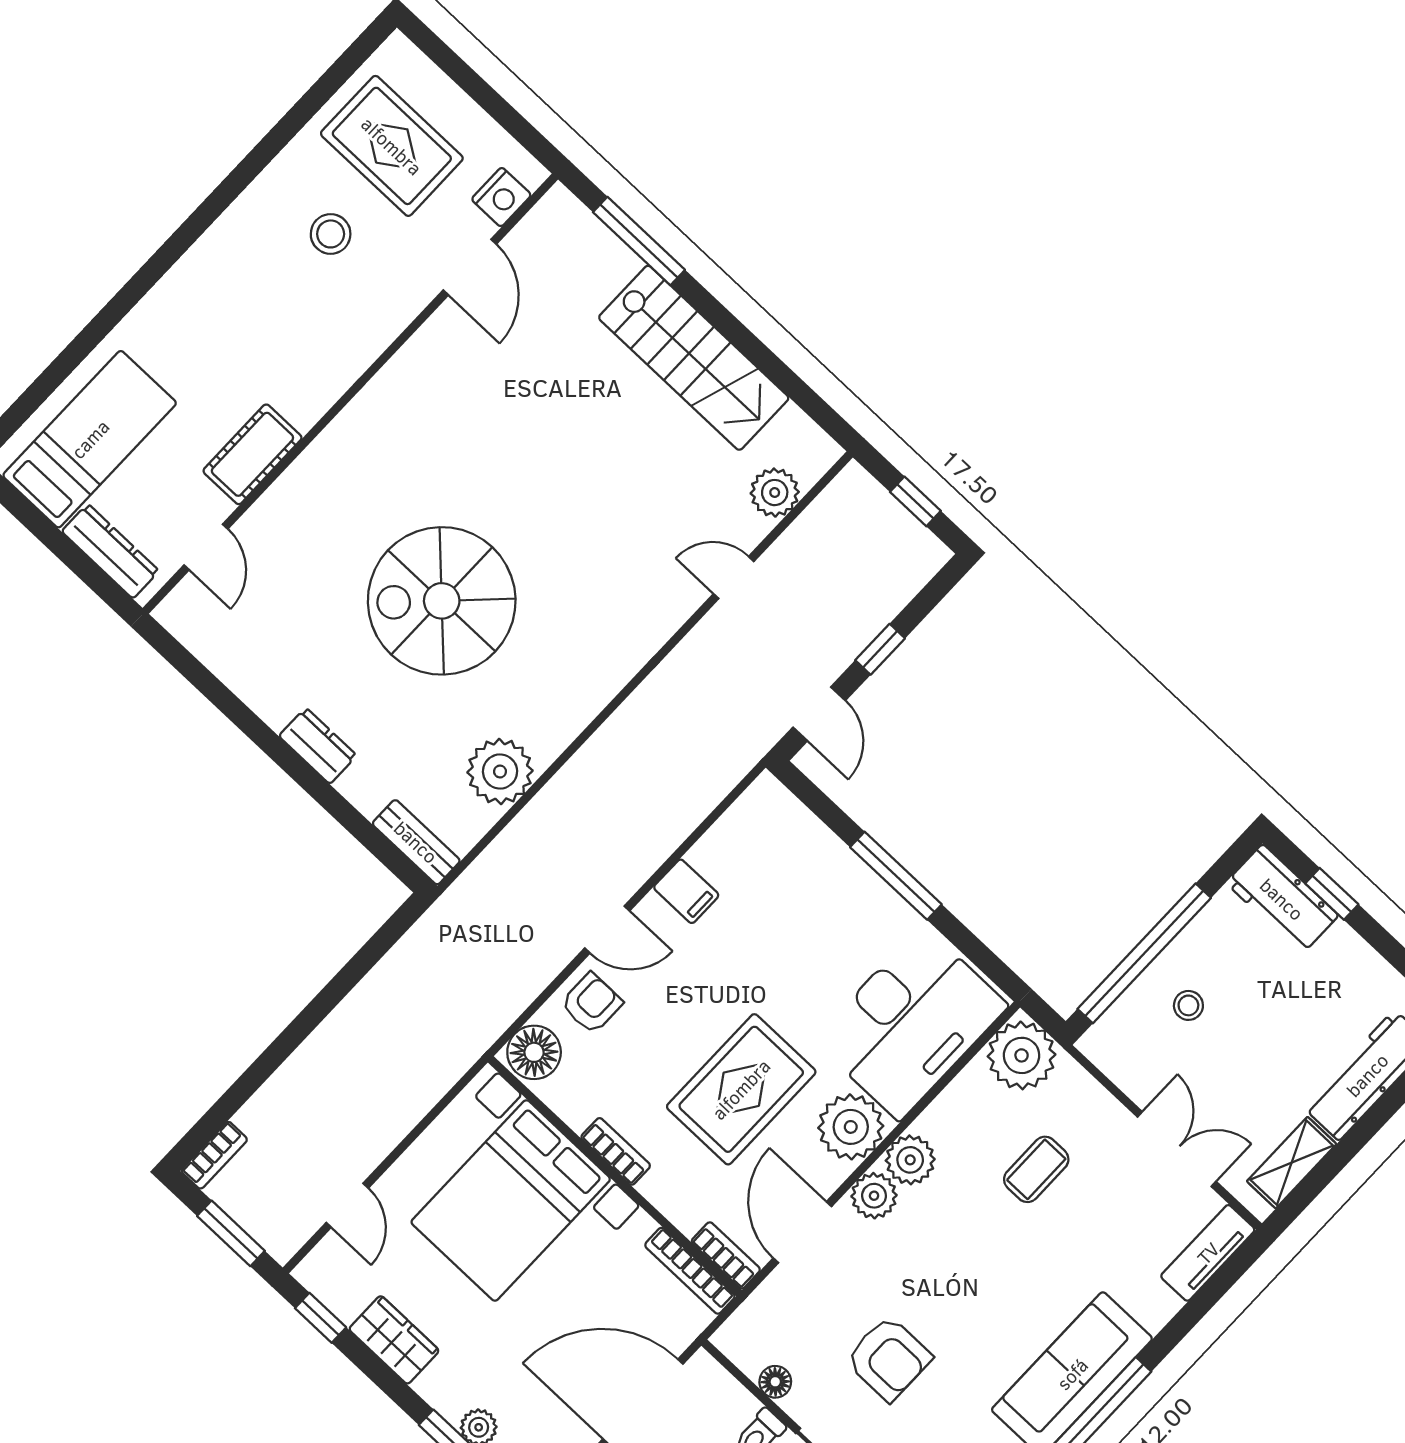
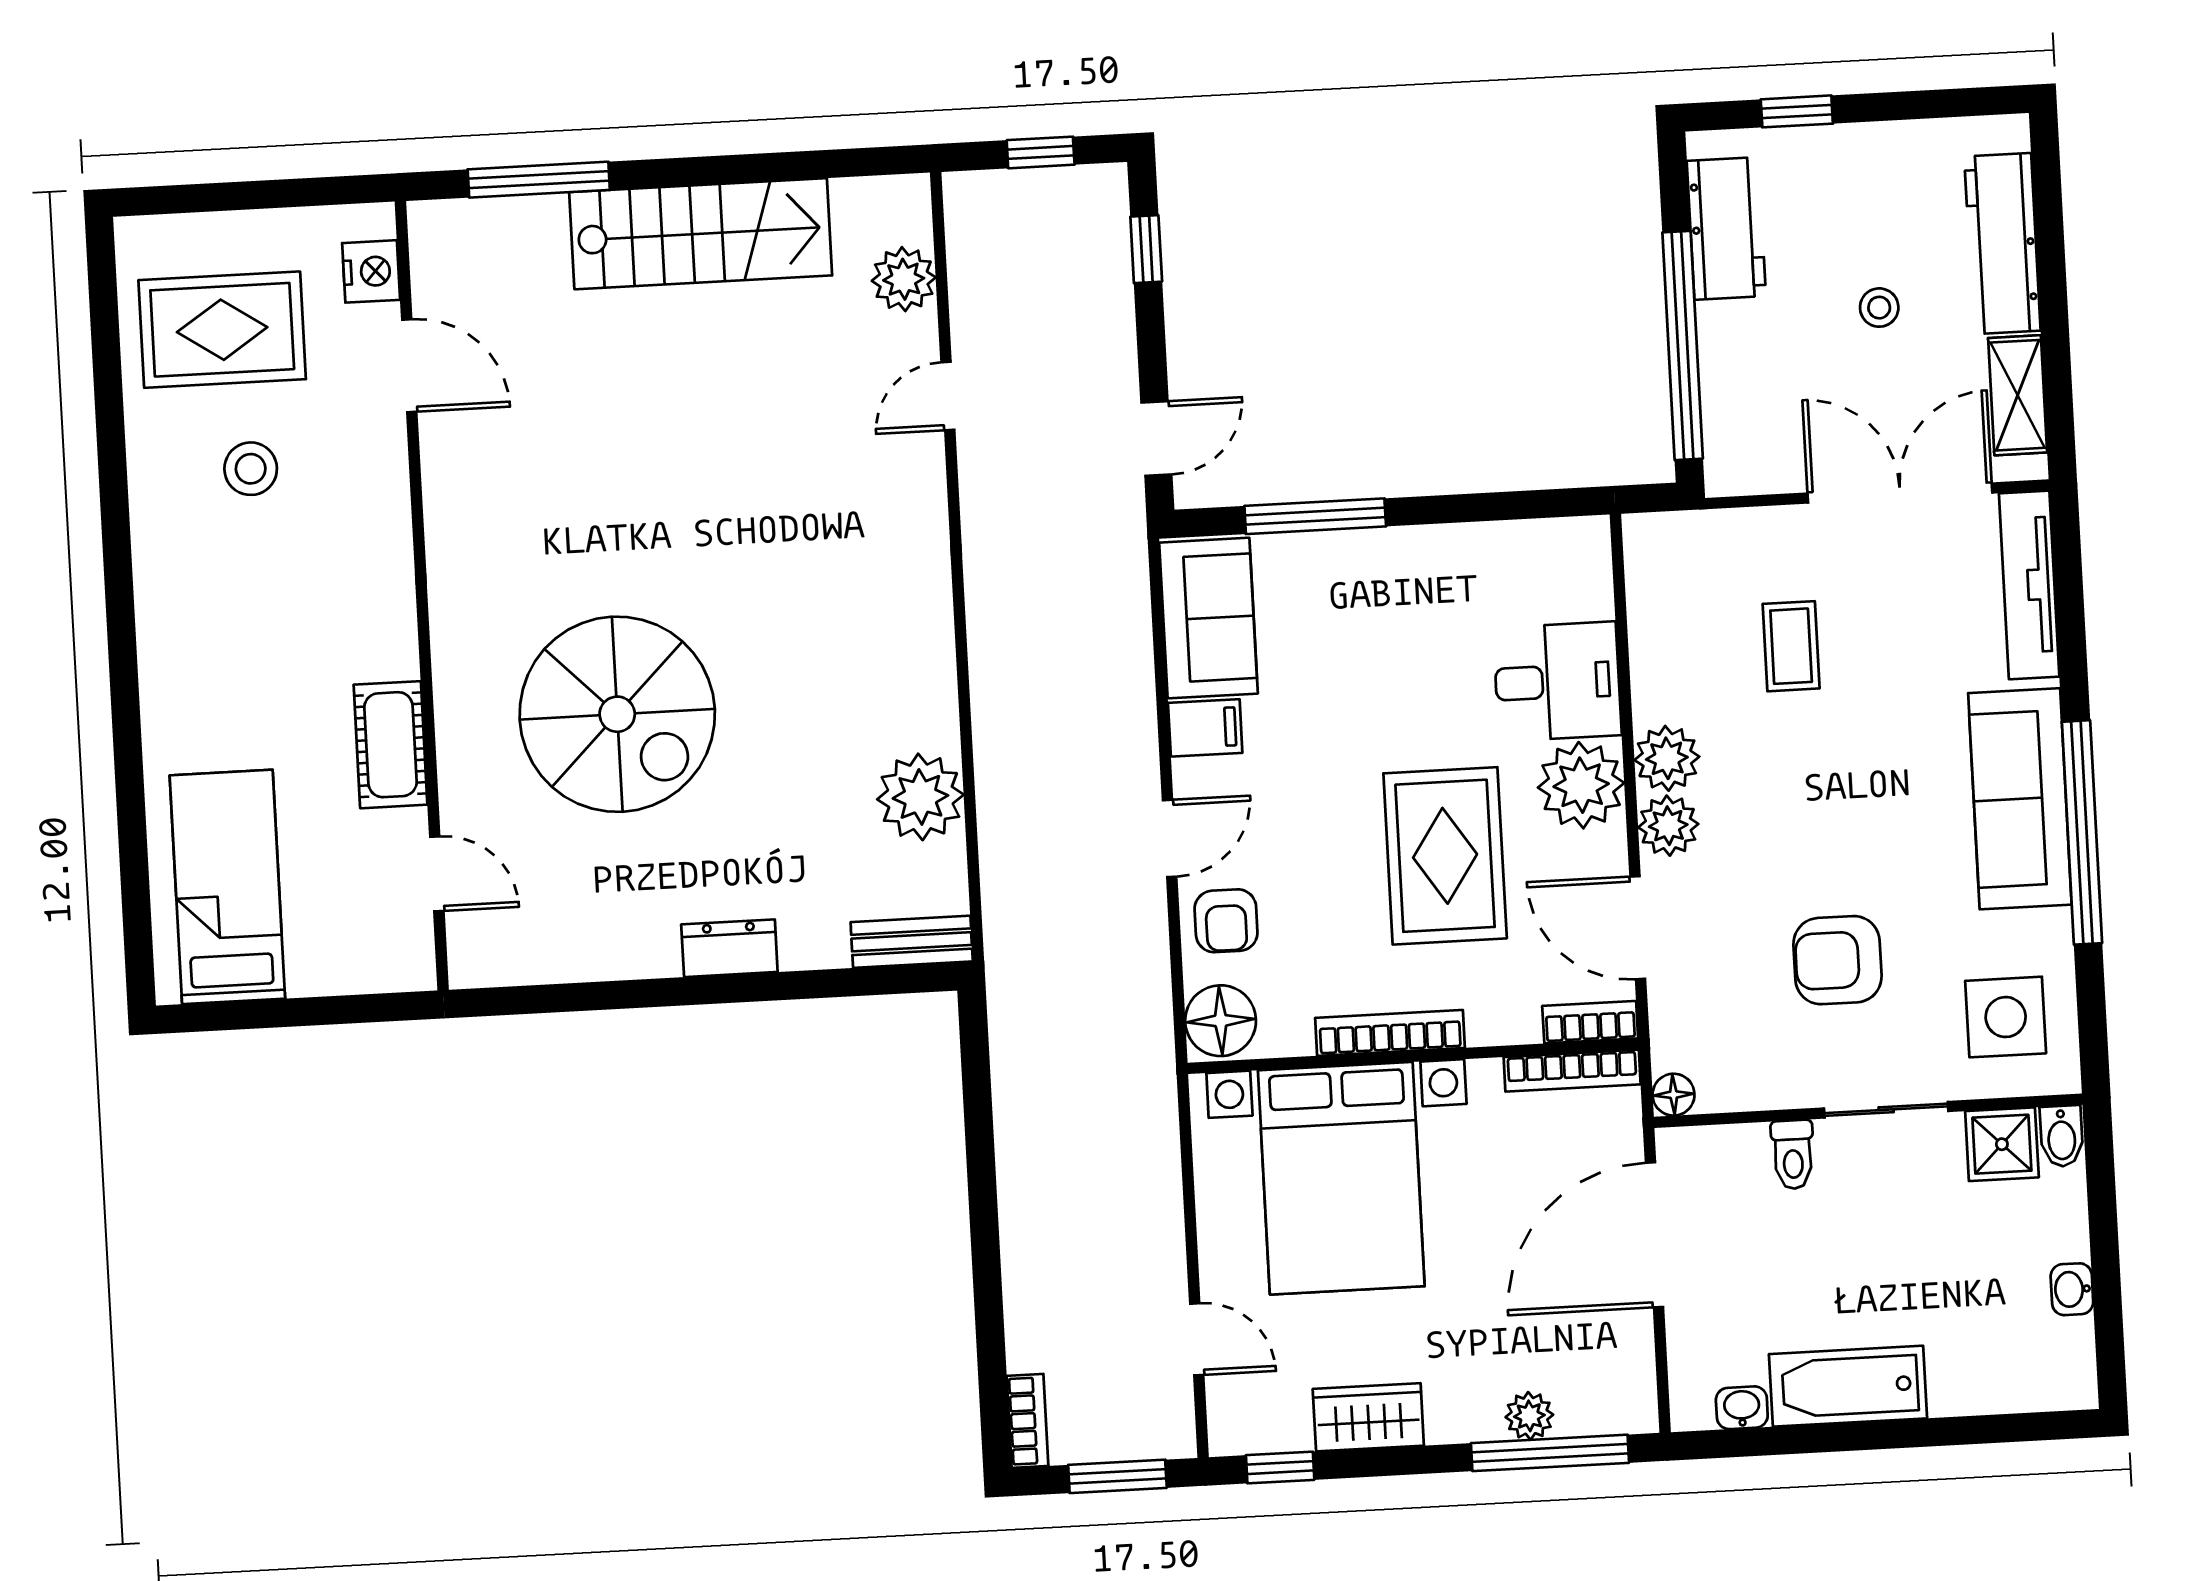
dresser: (110, 551) -> (354, 969), removed
spiral stairs: (442, 601) -> (617, 714), moved, turned -90
window: (880, 649) -> (1146, 249), moved
door: (819, 714) -> (1156, 439), hinge flipped
sofa: (748, 836) -> (1208, 618), added
window: (896, 876) -> (1315, 516), moved
workbench: (1282, 899) -> (1726, 228), moved, turned -90
armchair: (592, 1003) -> (1226, 921), turned 180
stool: (1188, 1005) -> (1879, 308), moved
desk: (911, 1023) -> (1557, 681), width x0.53, depth x0.77
plant: (1022, 1055) -> (1668, 556), removed
double door: (1177, 1149) -> (1900, 493), width x1.37
bookcase: (616, 1151) -> (1390, 1033), width x1.56
tv unit: (1208, 1253) -> (2029, 585), width x1.41
armchair: (889, 1358) -> (1837, 960), turned 180
floor lamp: (775, 1382) -> (1674, 1095), moved

